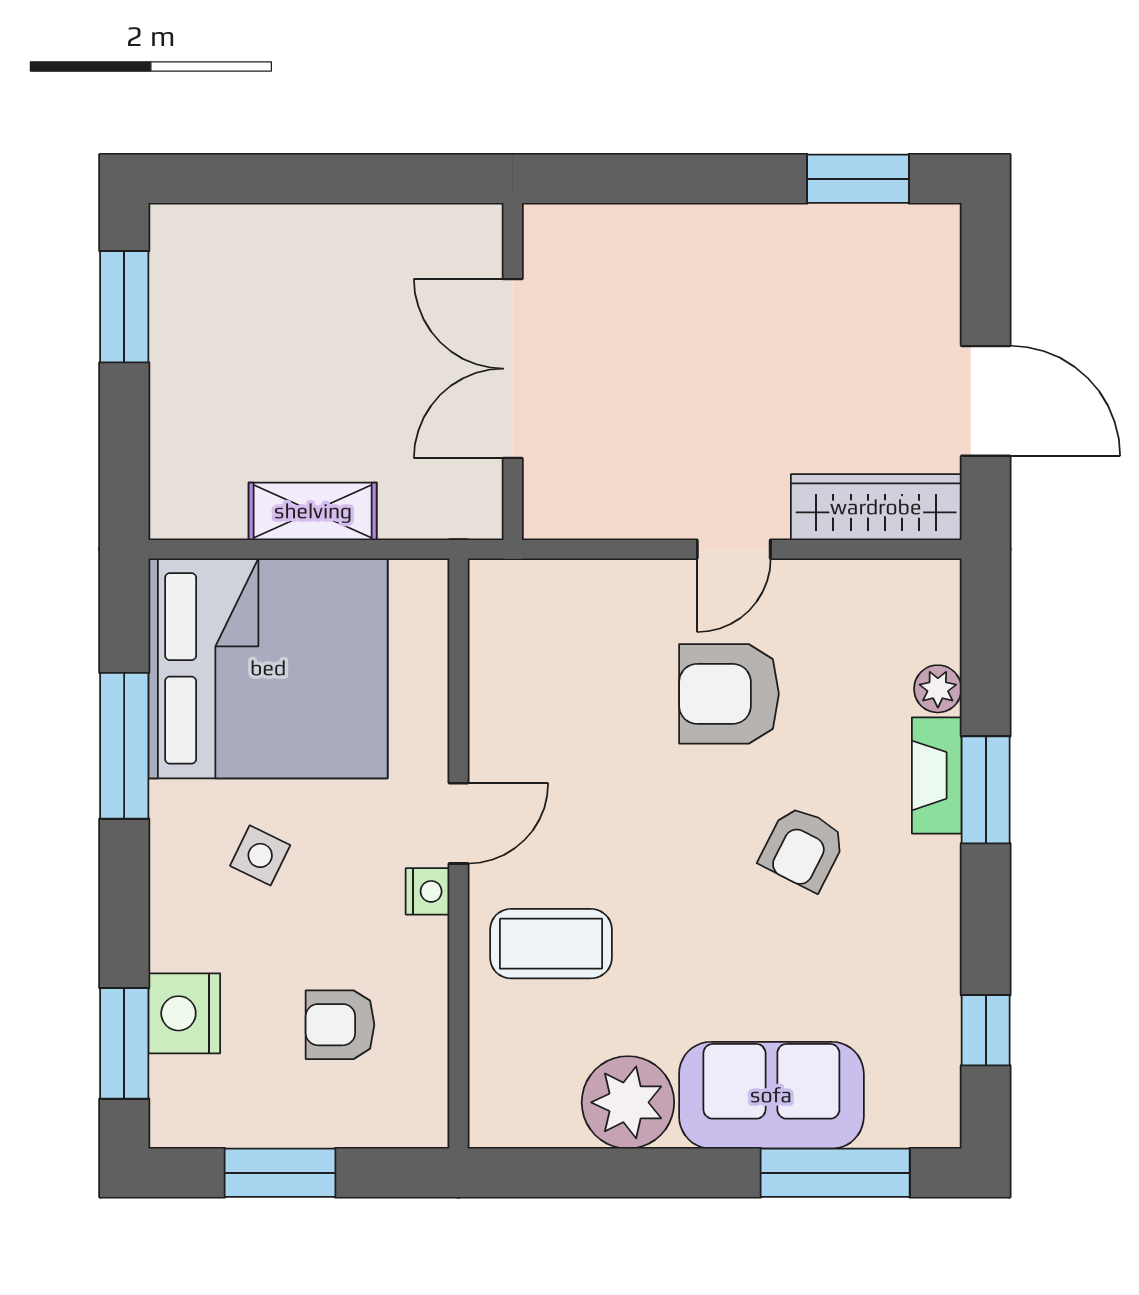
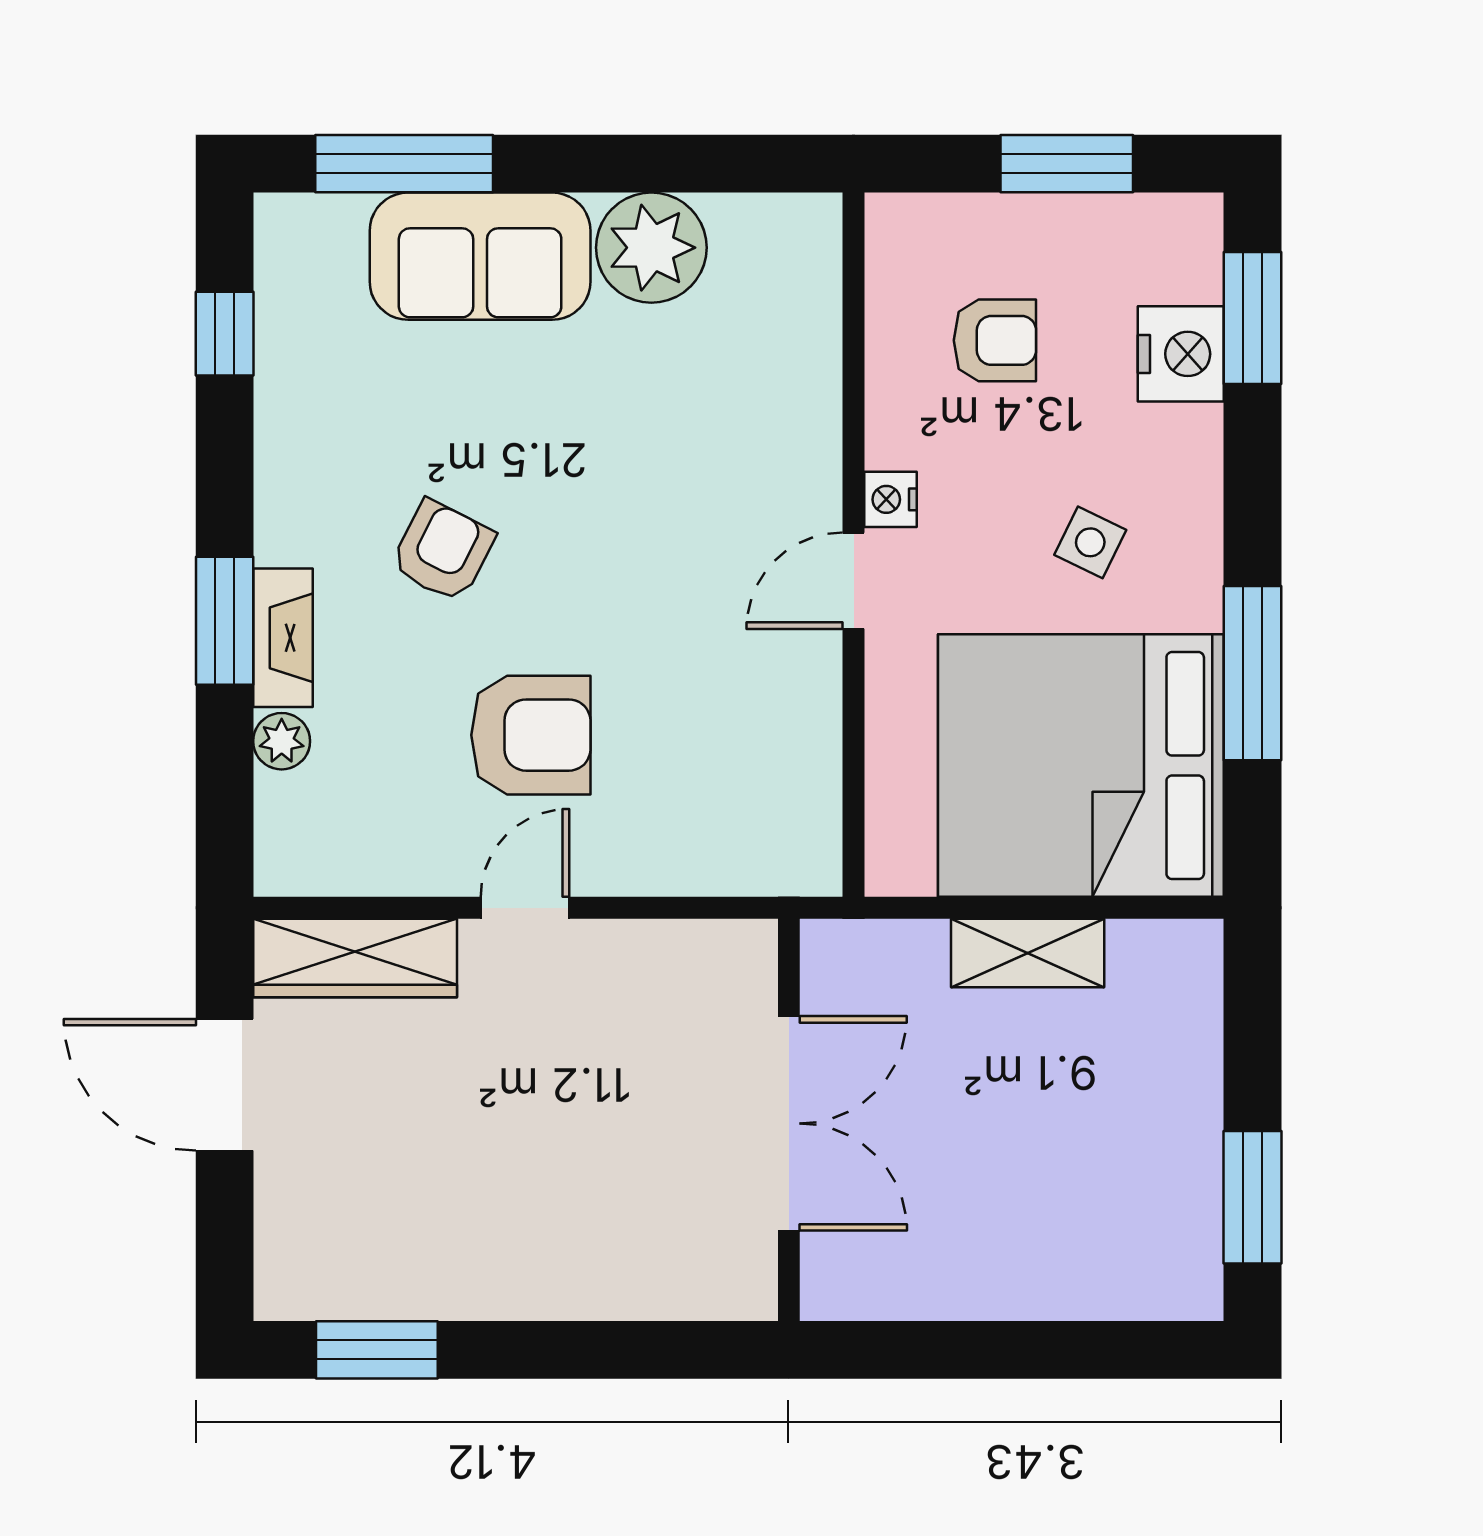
coffee table: (551, 944) -> (743, 437), removed

